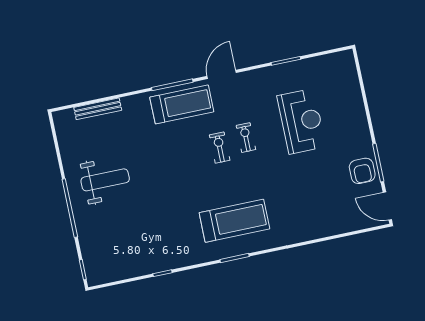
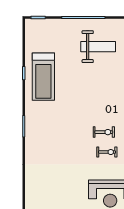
weight bench: (105, 180) -> (98, 47), turned -90
treadmill: (234, 221) -> (43, 77), moved

